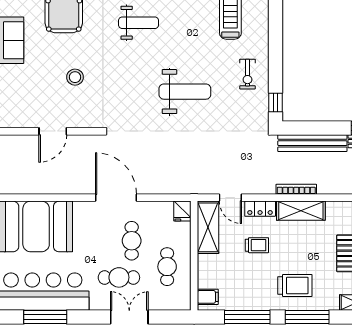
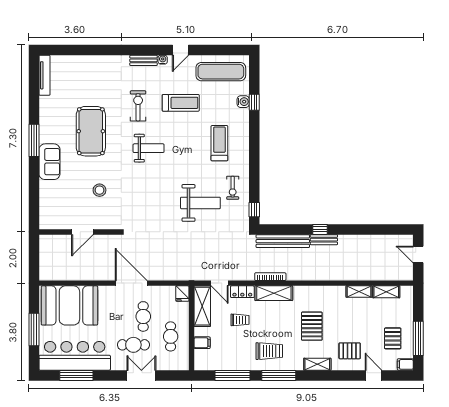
weight bench: (185, 92) -> (200, 203), moved
filing cabinet: (208, 297) -> (202, 343), moved

